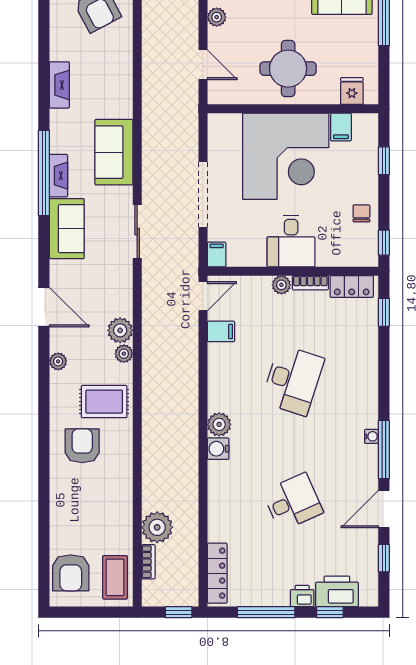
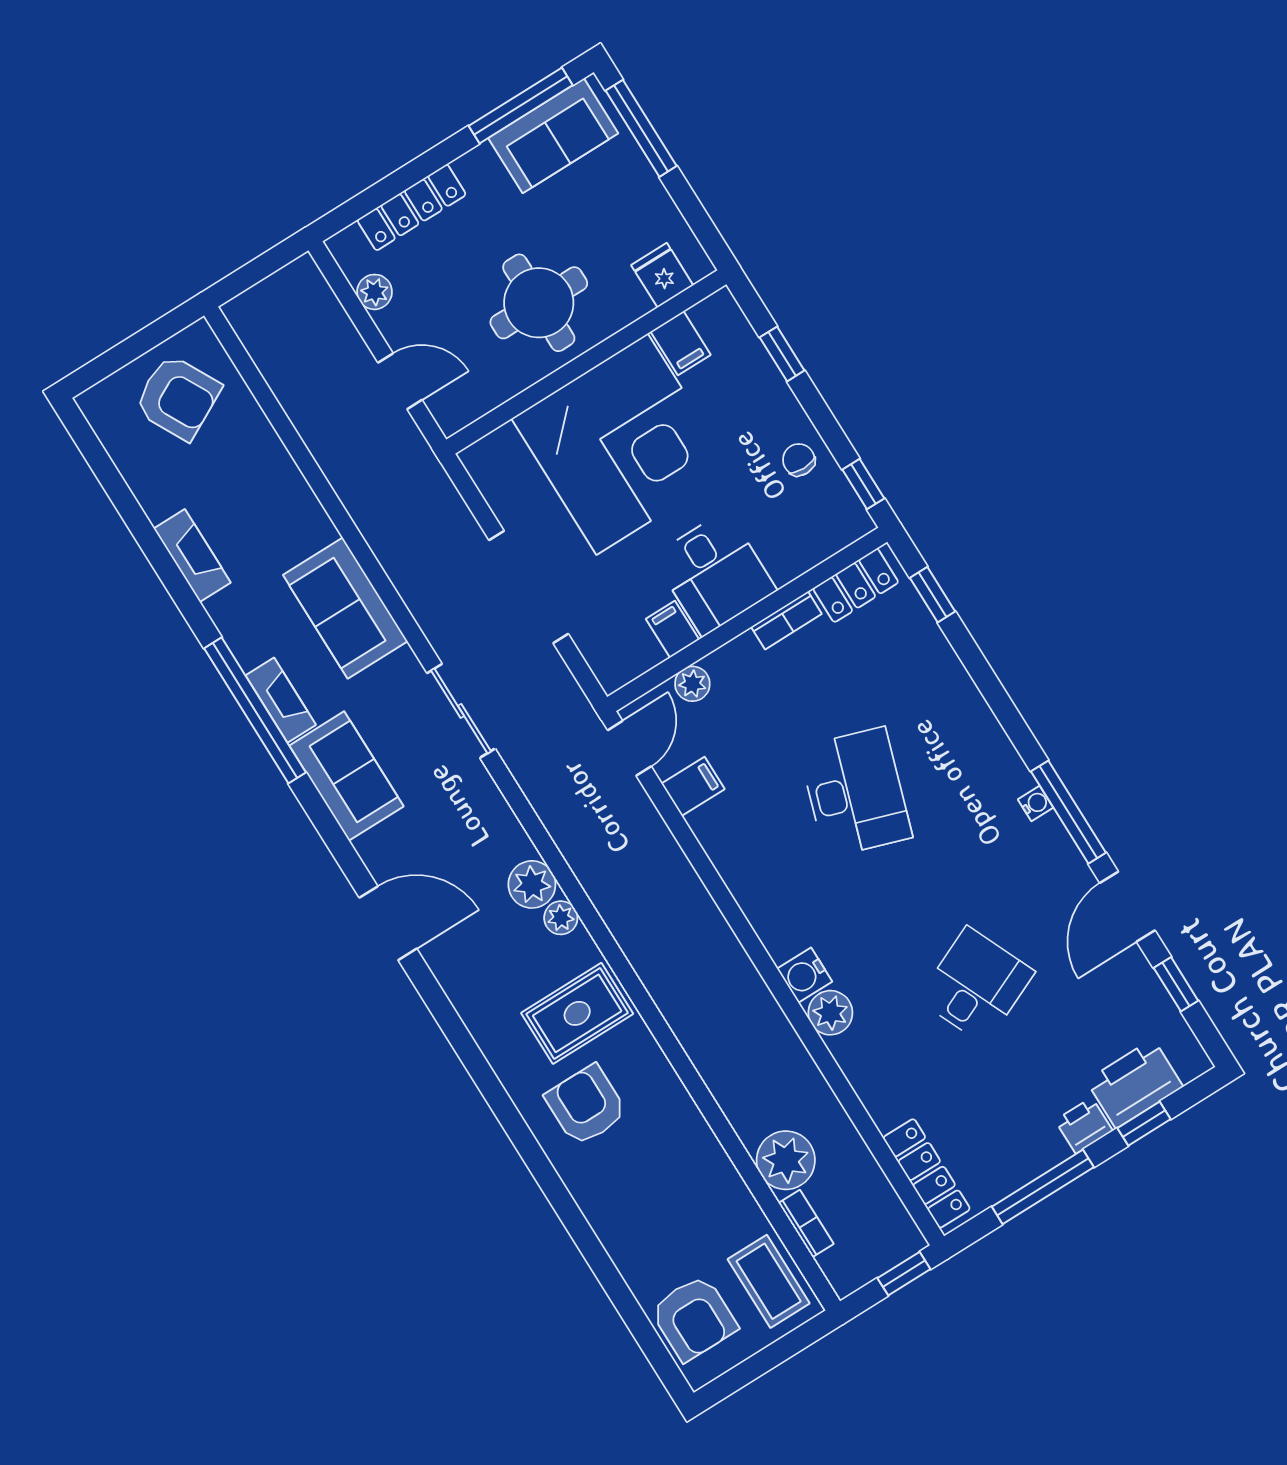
filing cabinet: (217, 254) -> (672, 629), moved
plant: (281, 285) -> (692, 684), moved
plant: (58, 361) -> (464, 995), removed
plant: (219, 424) -> (830, 1013), moved

